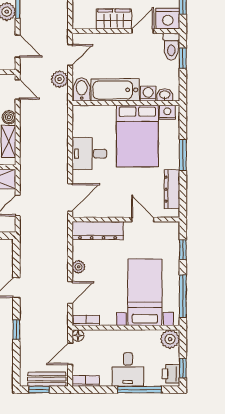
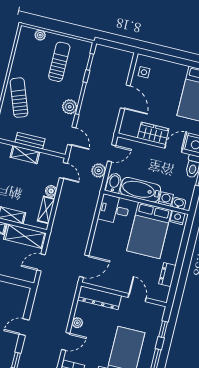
desk: (89, 154) -> (114, 209), moved
window: (183, 155) -> (181, 254), removed
dresser: (172, 189) -> (167, 275), width x0.70

